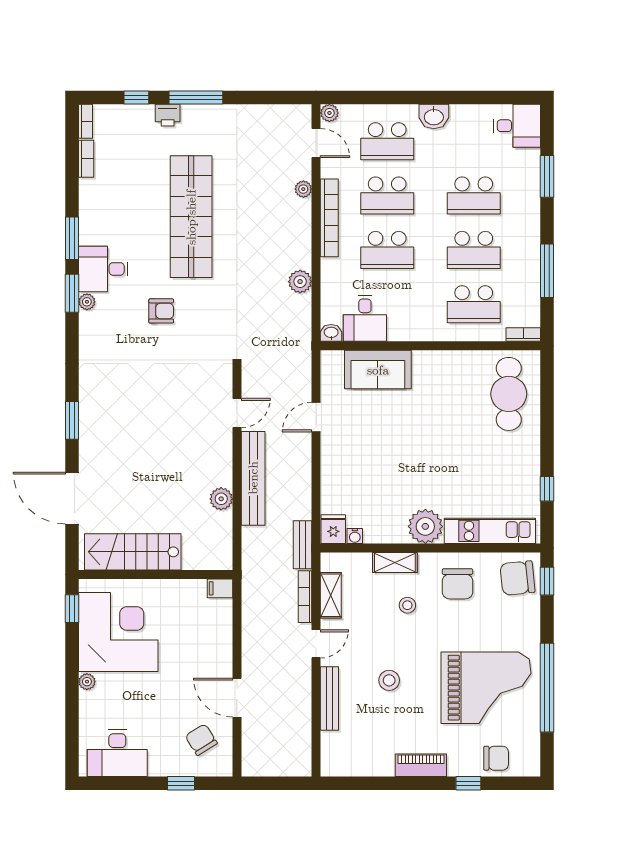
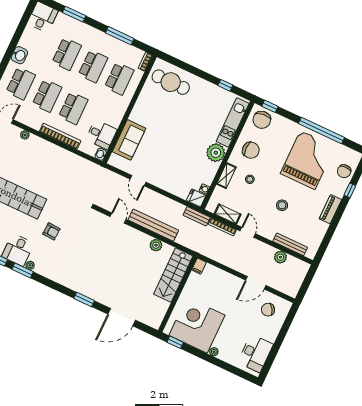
bookcase: (329, 218) -> (60, 136), moved
plant: (300, 282) -> (280, 257), moved
armchair: (161, 311) -> (51, 231), turned 93
stairs: (133, 552) -> (173, 275), moved
bench: (329, 699) -> (290, 244), moved
chair: (496, 758) -> (344, 171), turned 180
window: (181, 783) -> (284, 329), removed

